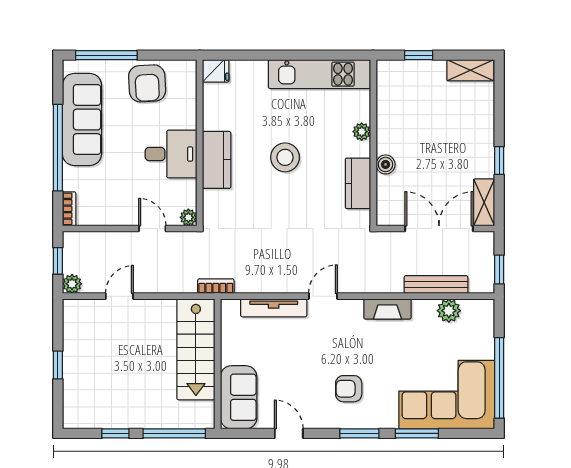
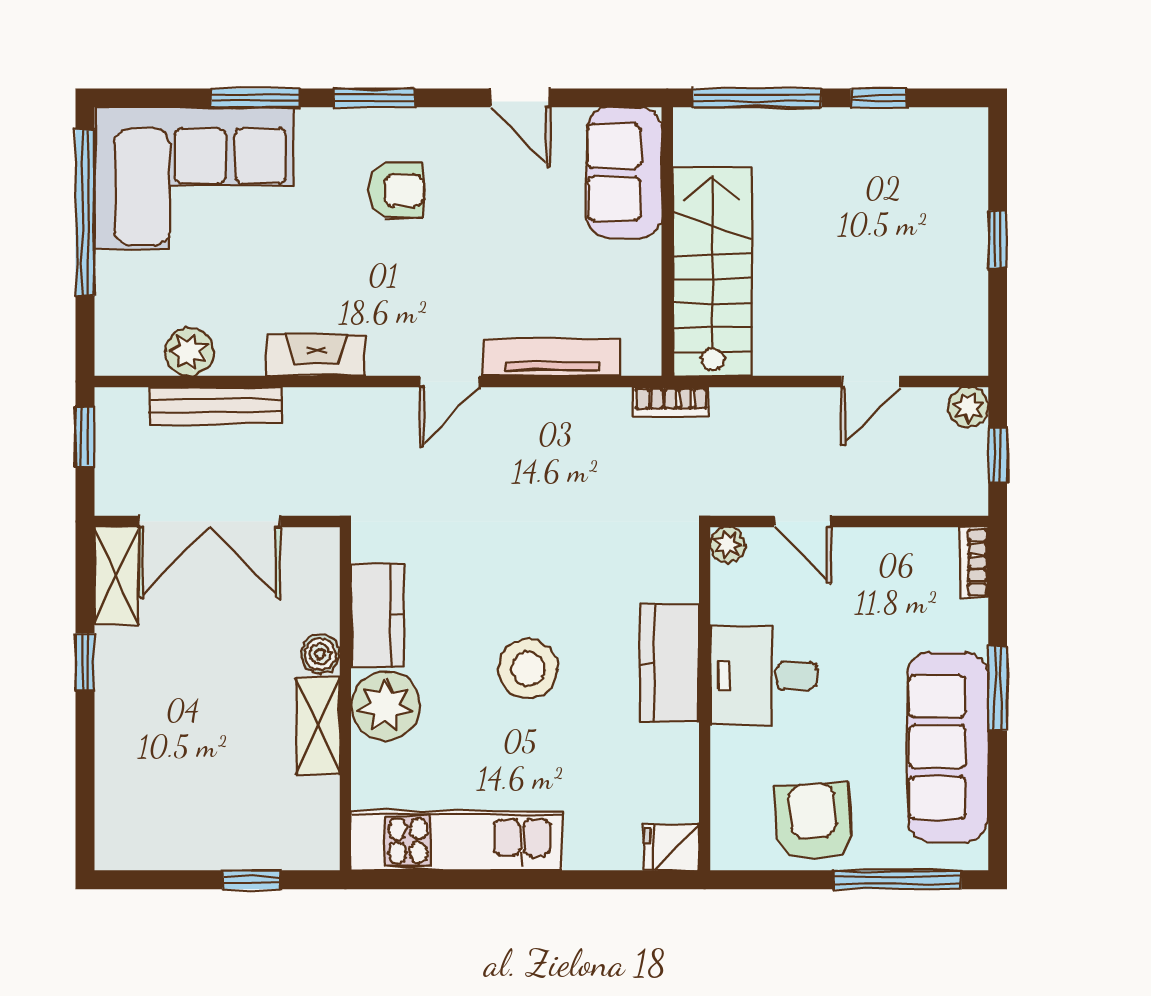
shelving: (470, 70) -> (318, 726), moved, turned 90
plant: (362, 132) -> (385, 706), width x1.88, depth x1.88
window: (58, 148) -> (998, 689), width x0.47

